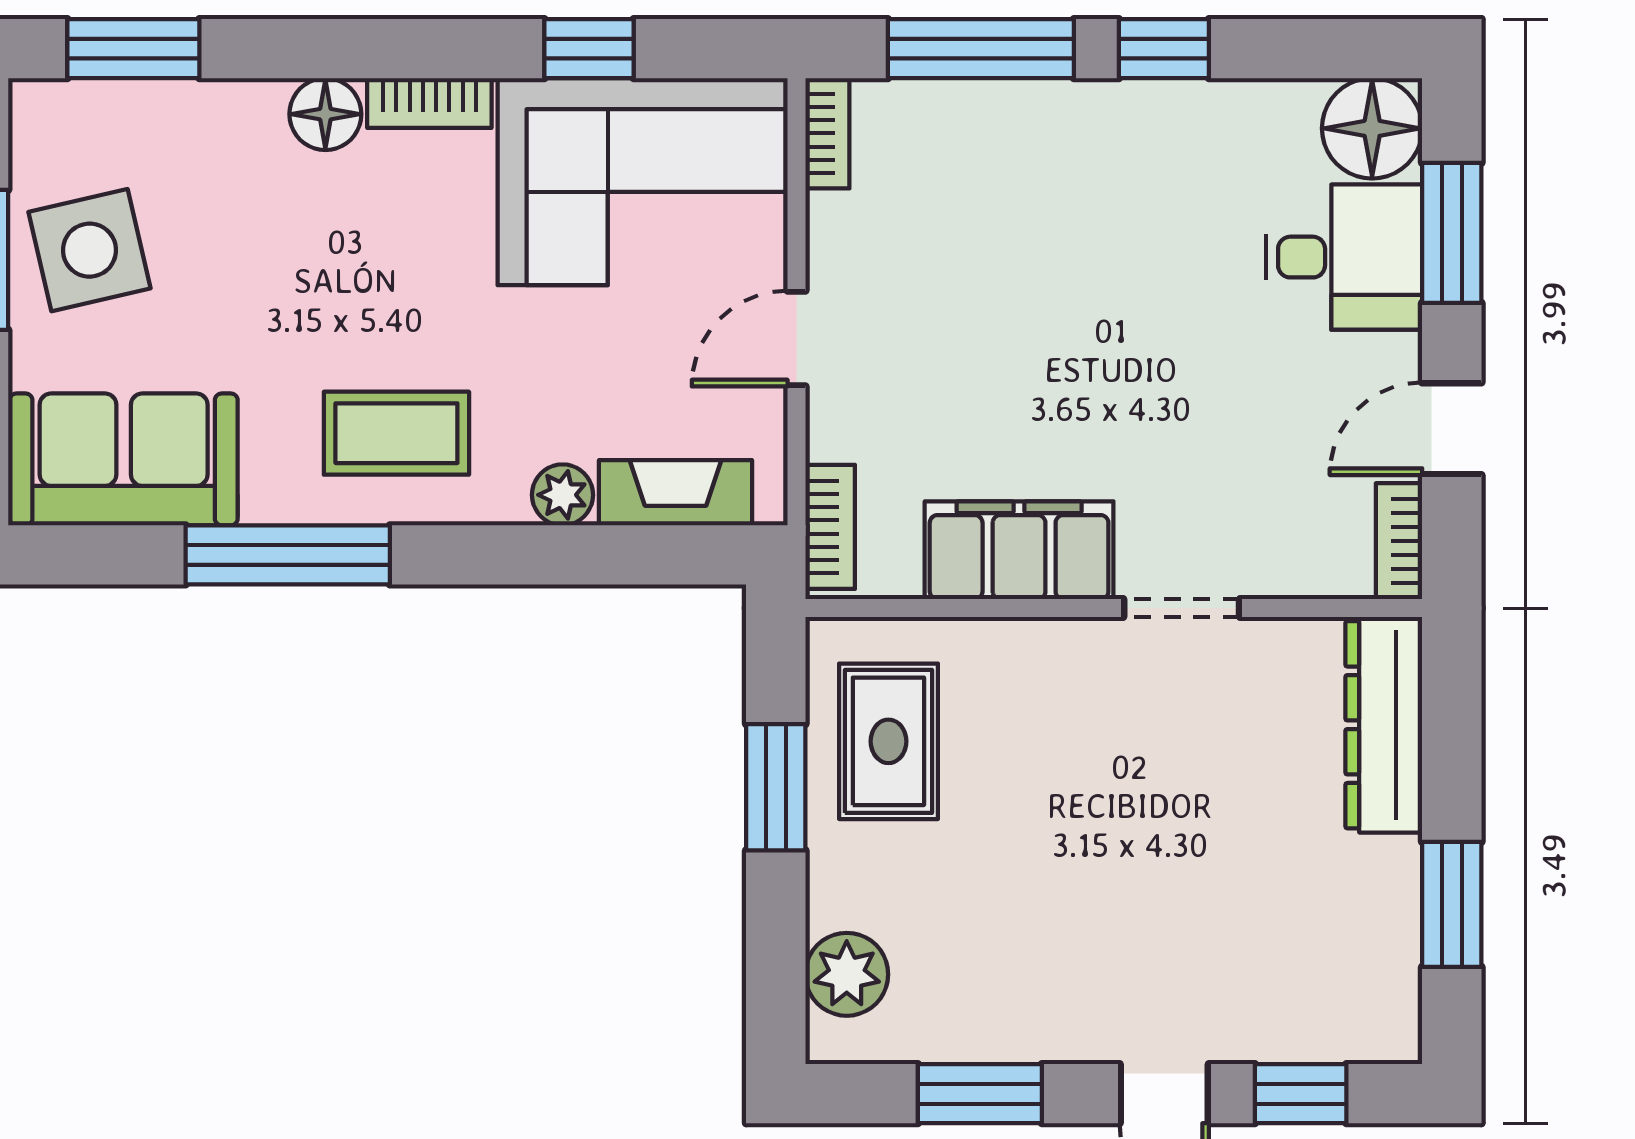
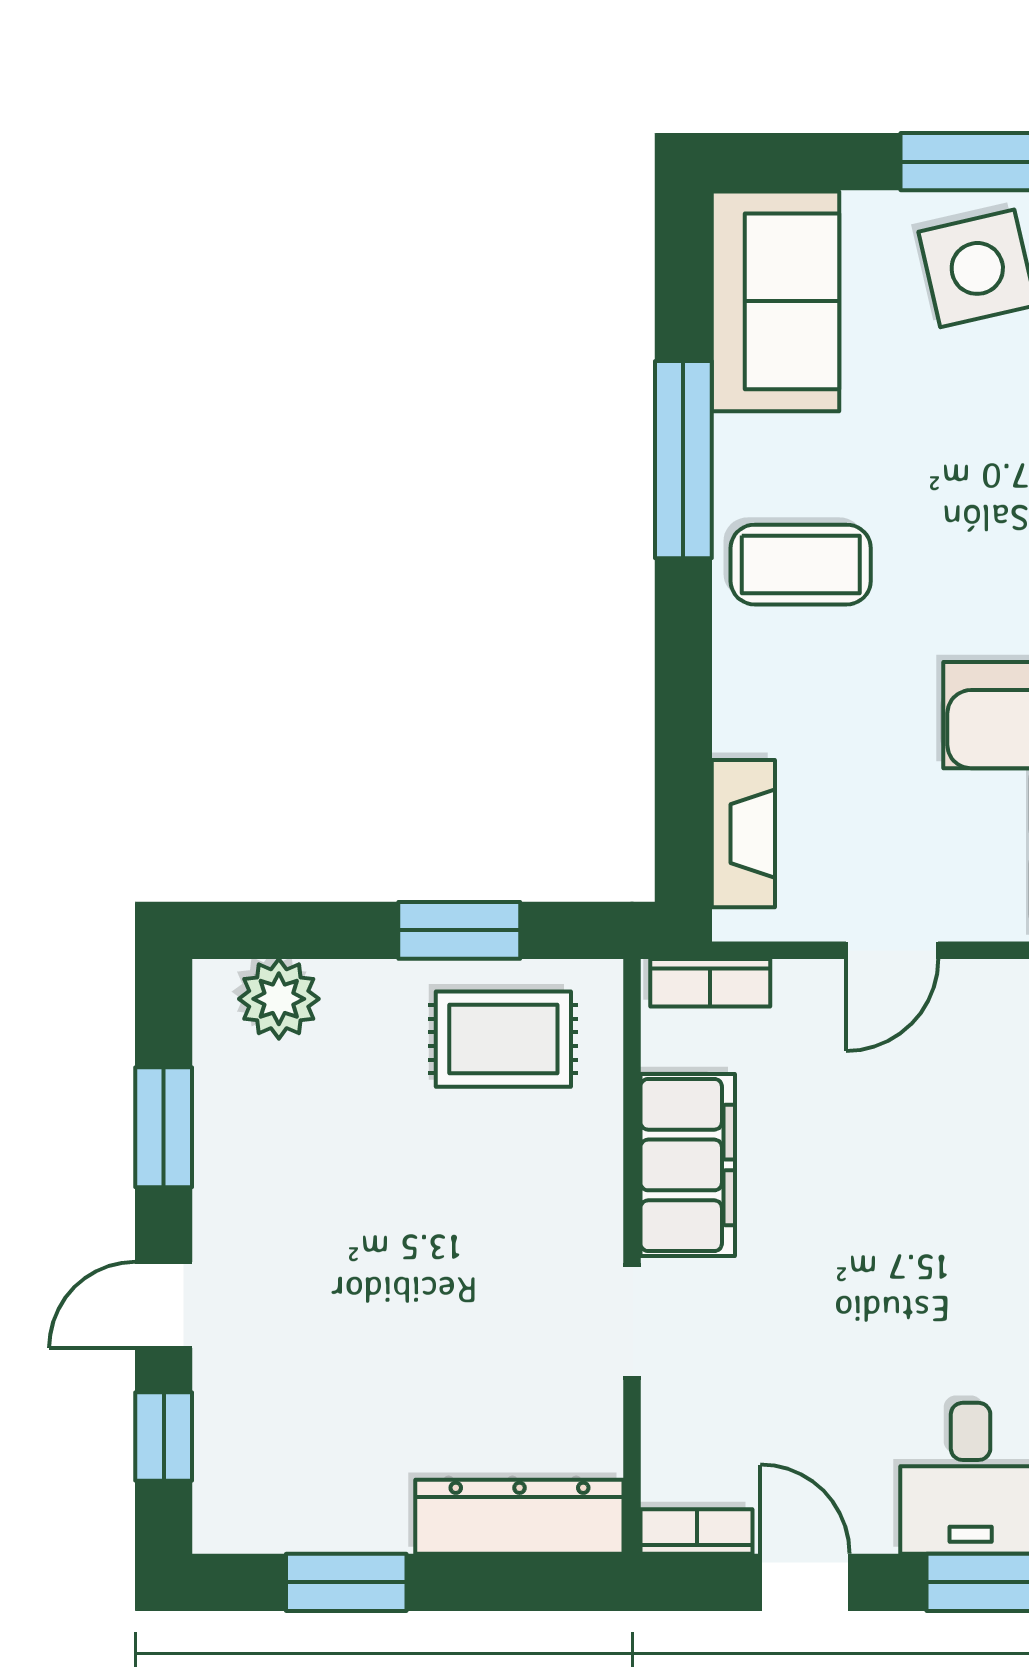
door: (796, 338) -> (892, 950), swing flipped
coffee table: (396, 433) -> (801, 565), turned 90
plant: (563, 495) -> (741, 725), removed

